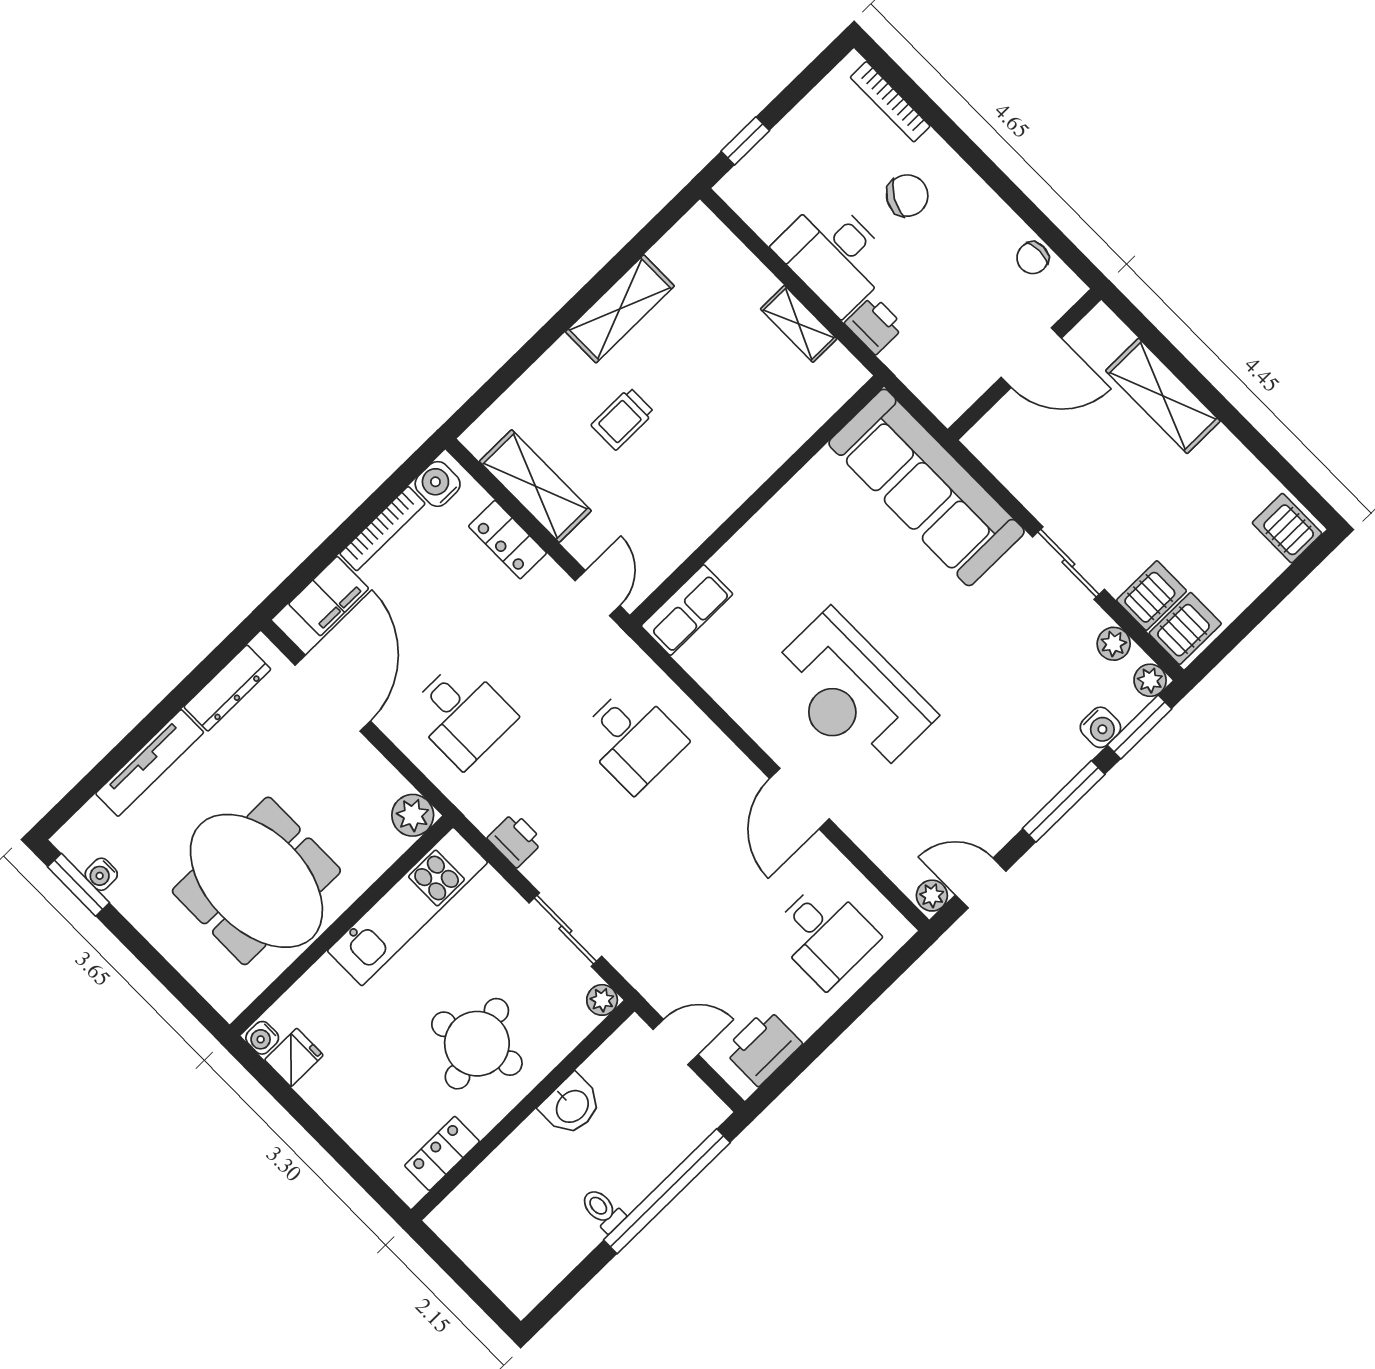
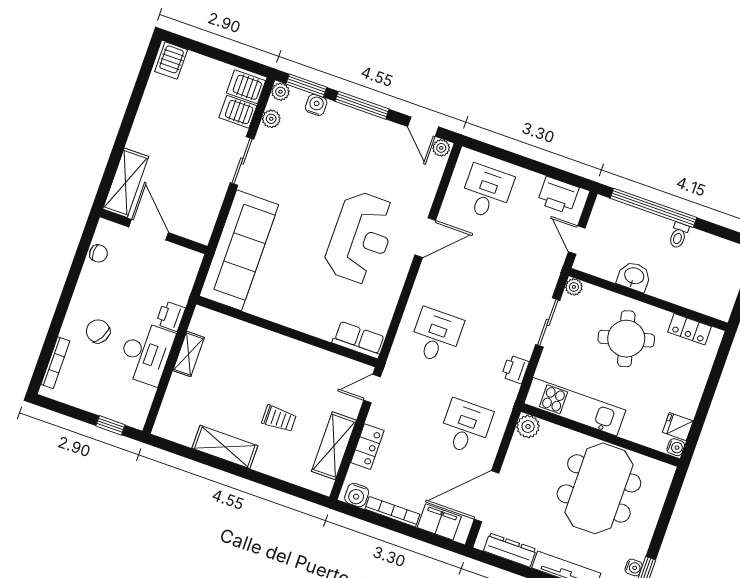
shelving: (1163, 396) -> (126, 183), moved

